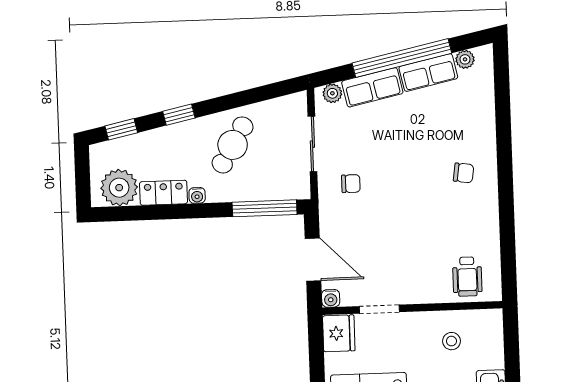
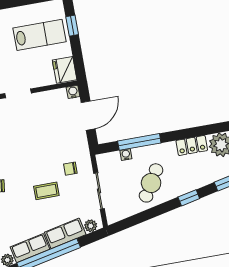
coffee table: (392, 155) -> (46, 191), added
water cooler: (197, 195) -> (126, 155), moved
window: (265, 208) -> (139, 142), moved
door: (313, 260) -> (88, 116), swing flipped
doorway: (379, 309) -> (18, 93), moved

